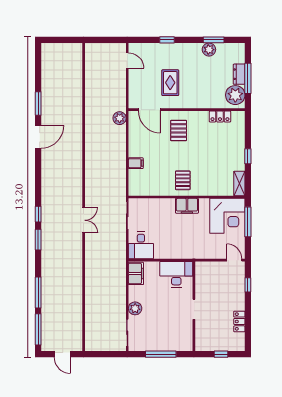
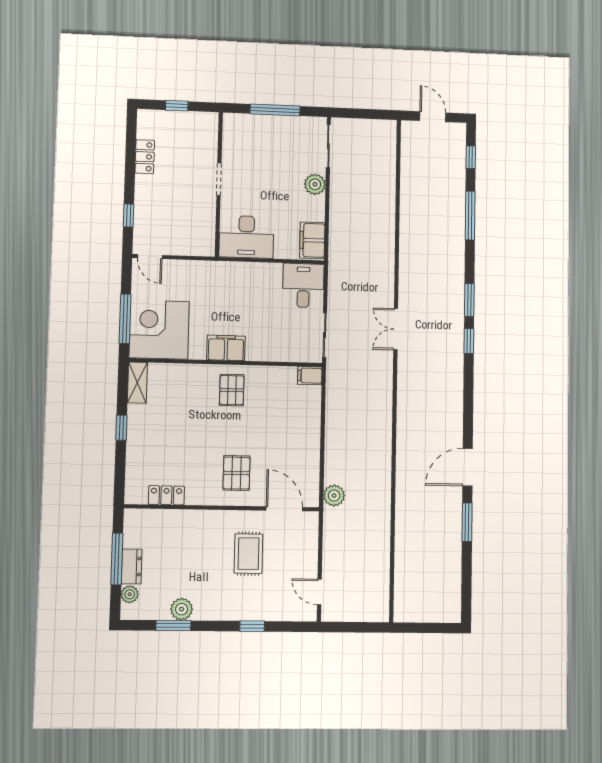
plant: (235, 95) -> (130, 594), moved, width x0.53, depth x0.53
filing cabinet: (136, 163) -> (310, 376), moved
window: (38, 329) -> (471, 157), width x0.46

